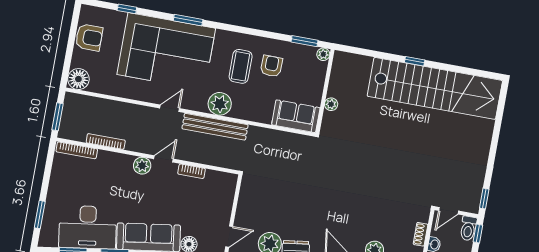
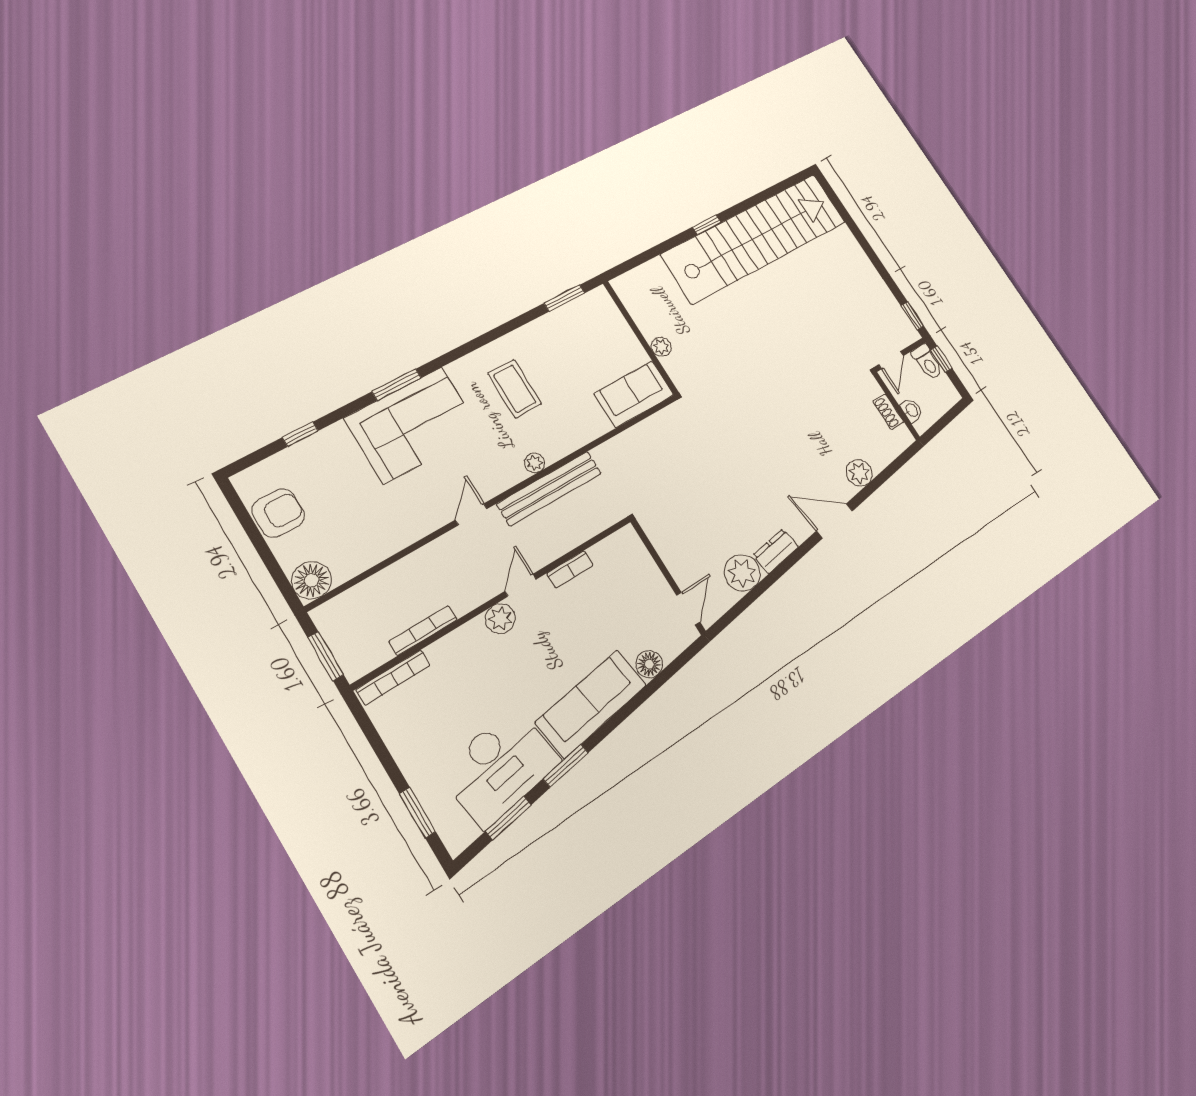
corner sofa: (166, 51) -> (413, 425), width x0.73, depth x0.74
plant: (323, 54) -> (600, 296), removed
armchair: (271, 66) -> (552, 358), removed
plant: (220, 104) -> (535, 463), width x0.53, depth x0.53

